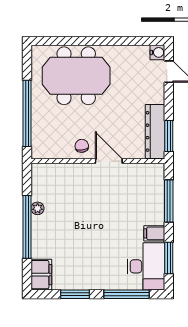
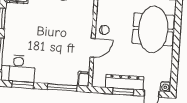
dresser: (155, 131) -> (125, 82), moved
window: (169, 136) -> (123, 92), moved
filing cabinet: (154, 233) -> (84, 79), moved

